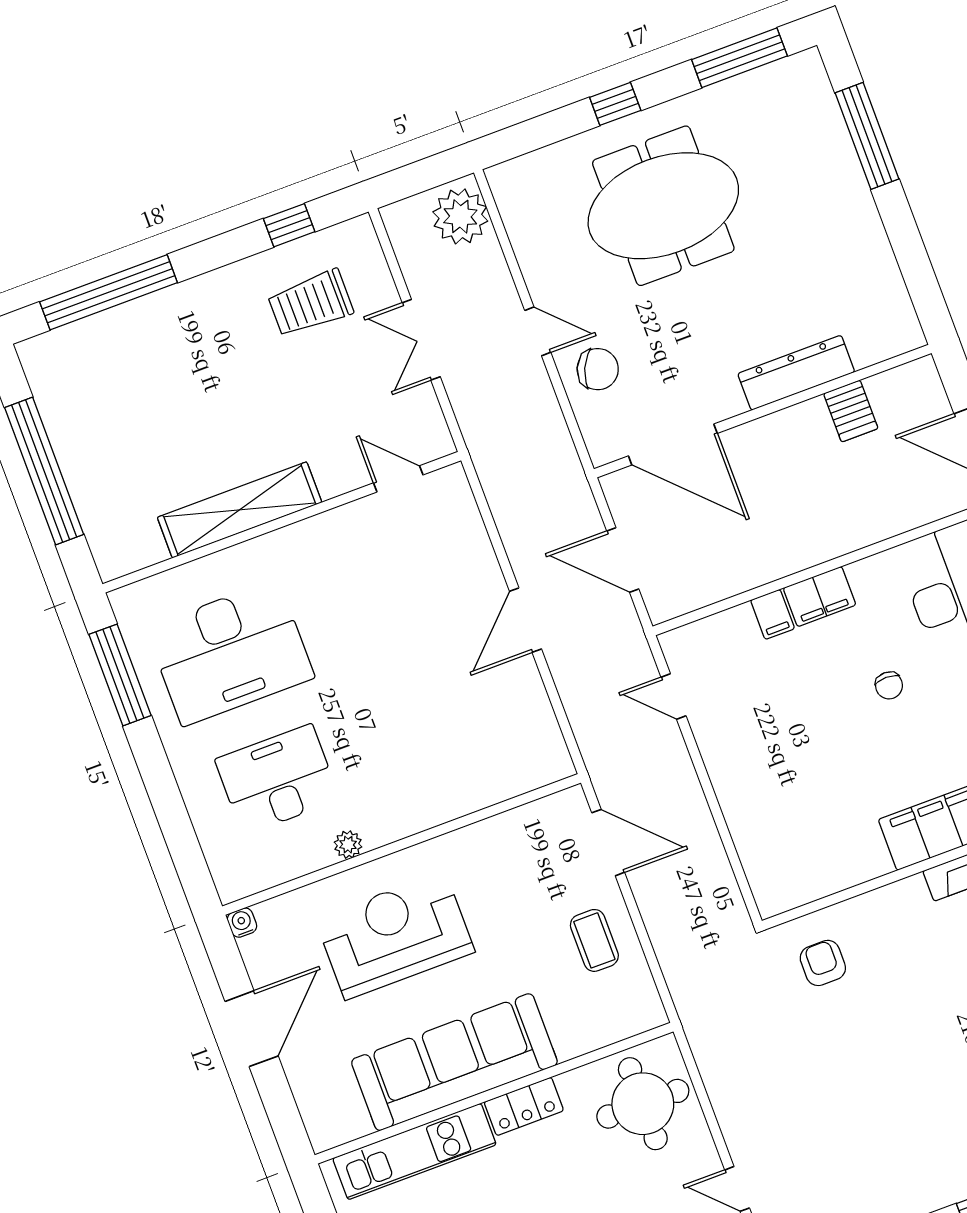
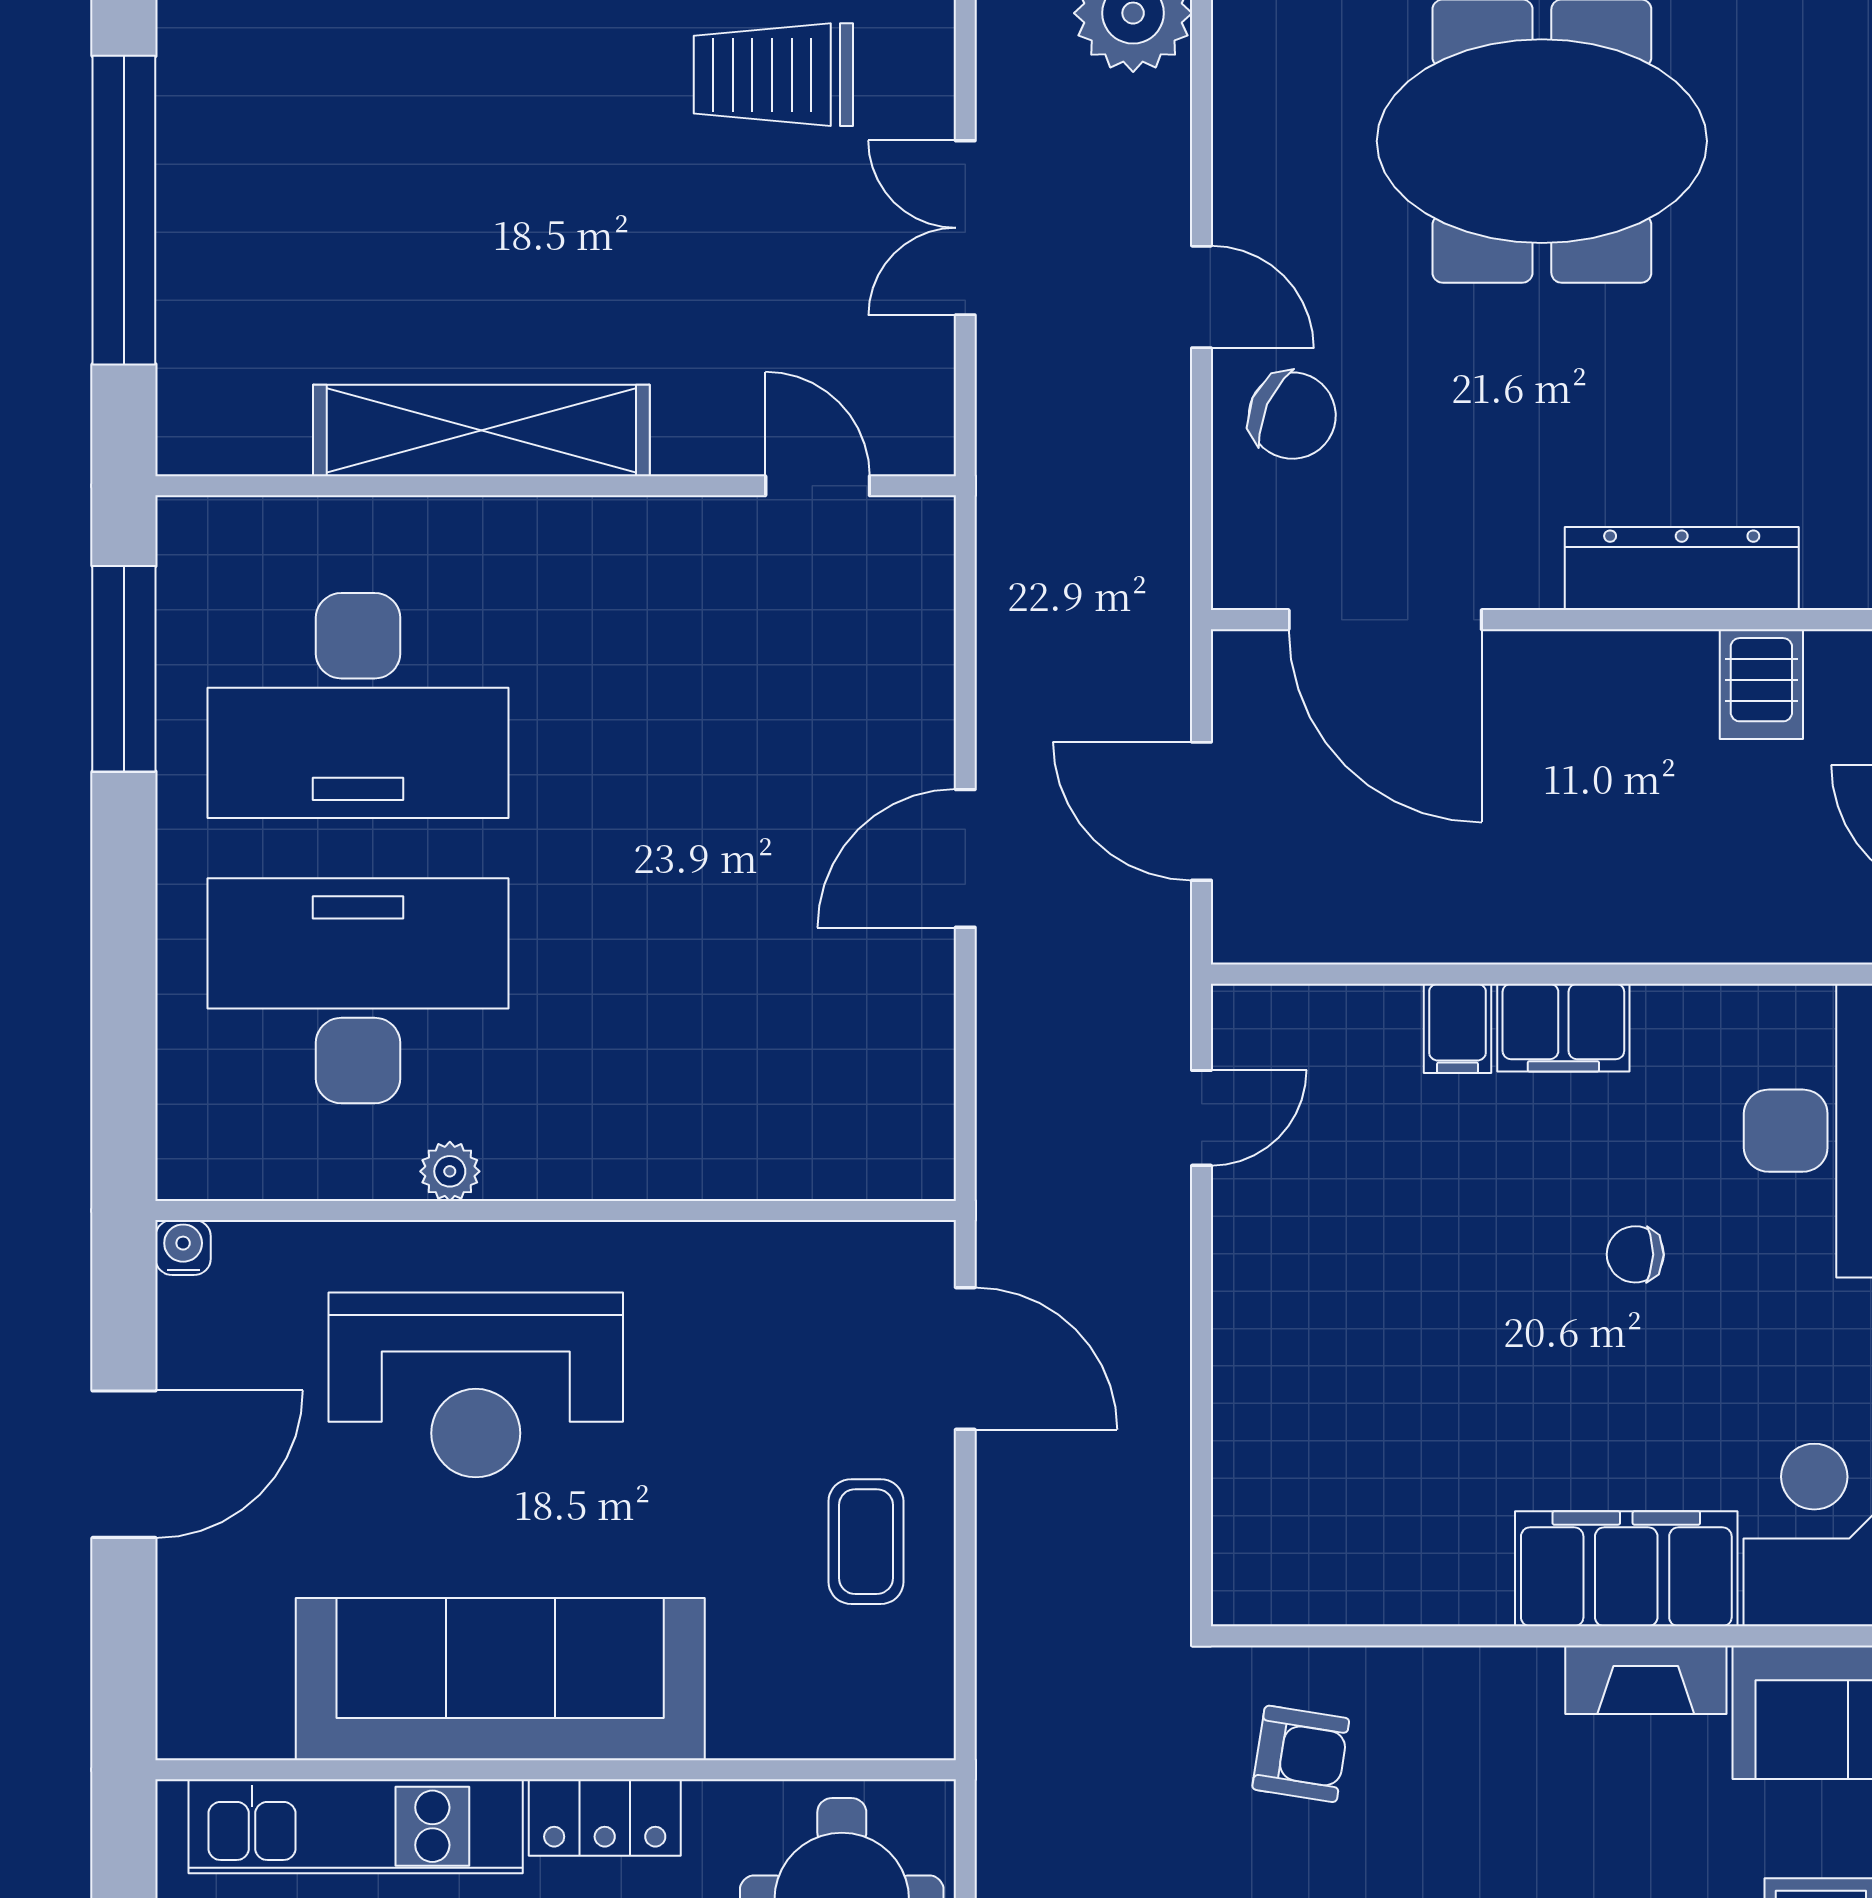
chair: (889, 685) -> (1635, 1254), turned 91
door: (674, 696) -> (1202, 1118), swing flipped
desk: (277, 779) -> (358, 991), width x1.36, depth x1.30
reception desk: (395, 935) -> (476, 1385), turned 180
armchair: (823, 963) -> (1301, 1754), turned 99

